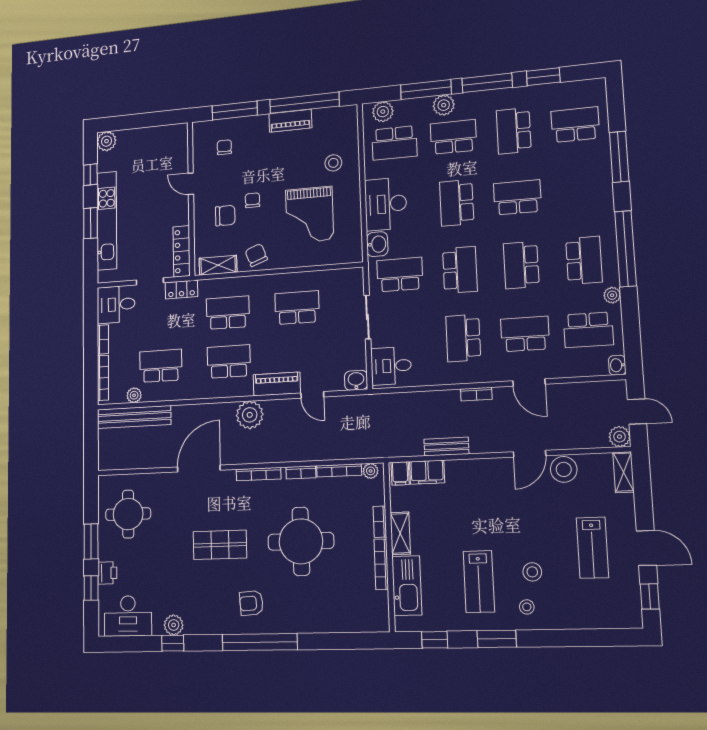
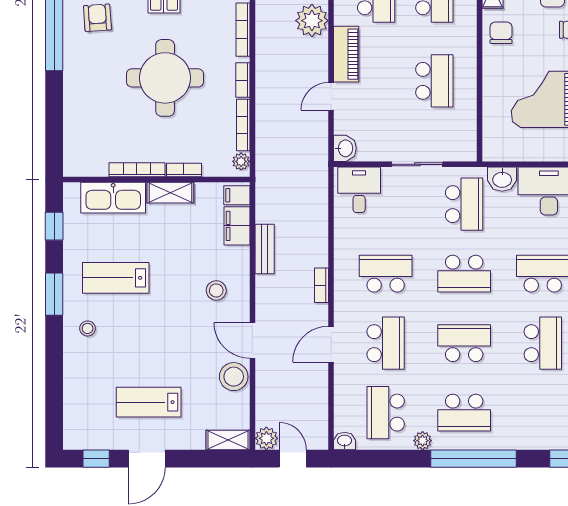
chair: (256, 255) -> (501, 33), turned -69
door: (637, 412) -> (293, 459), swing flipped
stool: (532, 572) -> (216, 290), moved

